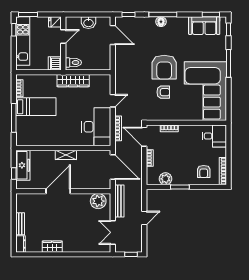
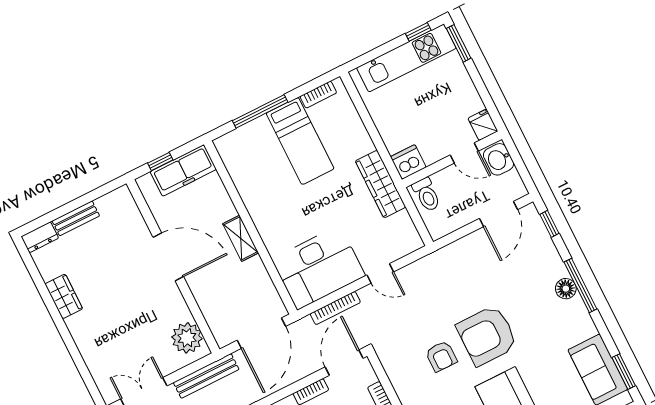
fridge: (55, 22) -> (483, 125), moved
door: (63, 36) -> (464, 153), moved
wall: (63, 43) -> (452, 159), moved
dishwasher: (55, 63) -> (408, 162), moved
toilet: (73, 63) -> (427, 195), moved

